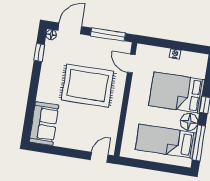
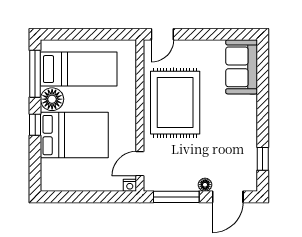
floor lamp: (51, 35) -> (205, 185), moved
nightstand: (175, 54) -> (130, 185), moved
door: (131, 64) -> (140, 164), swing flipped
rug: (88, 86) -> (175, 103), moved, turned 90

